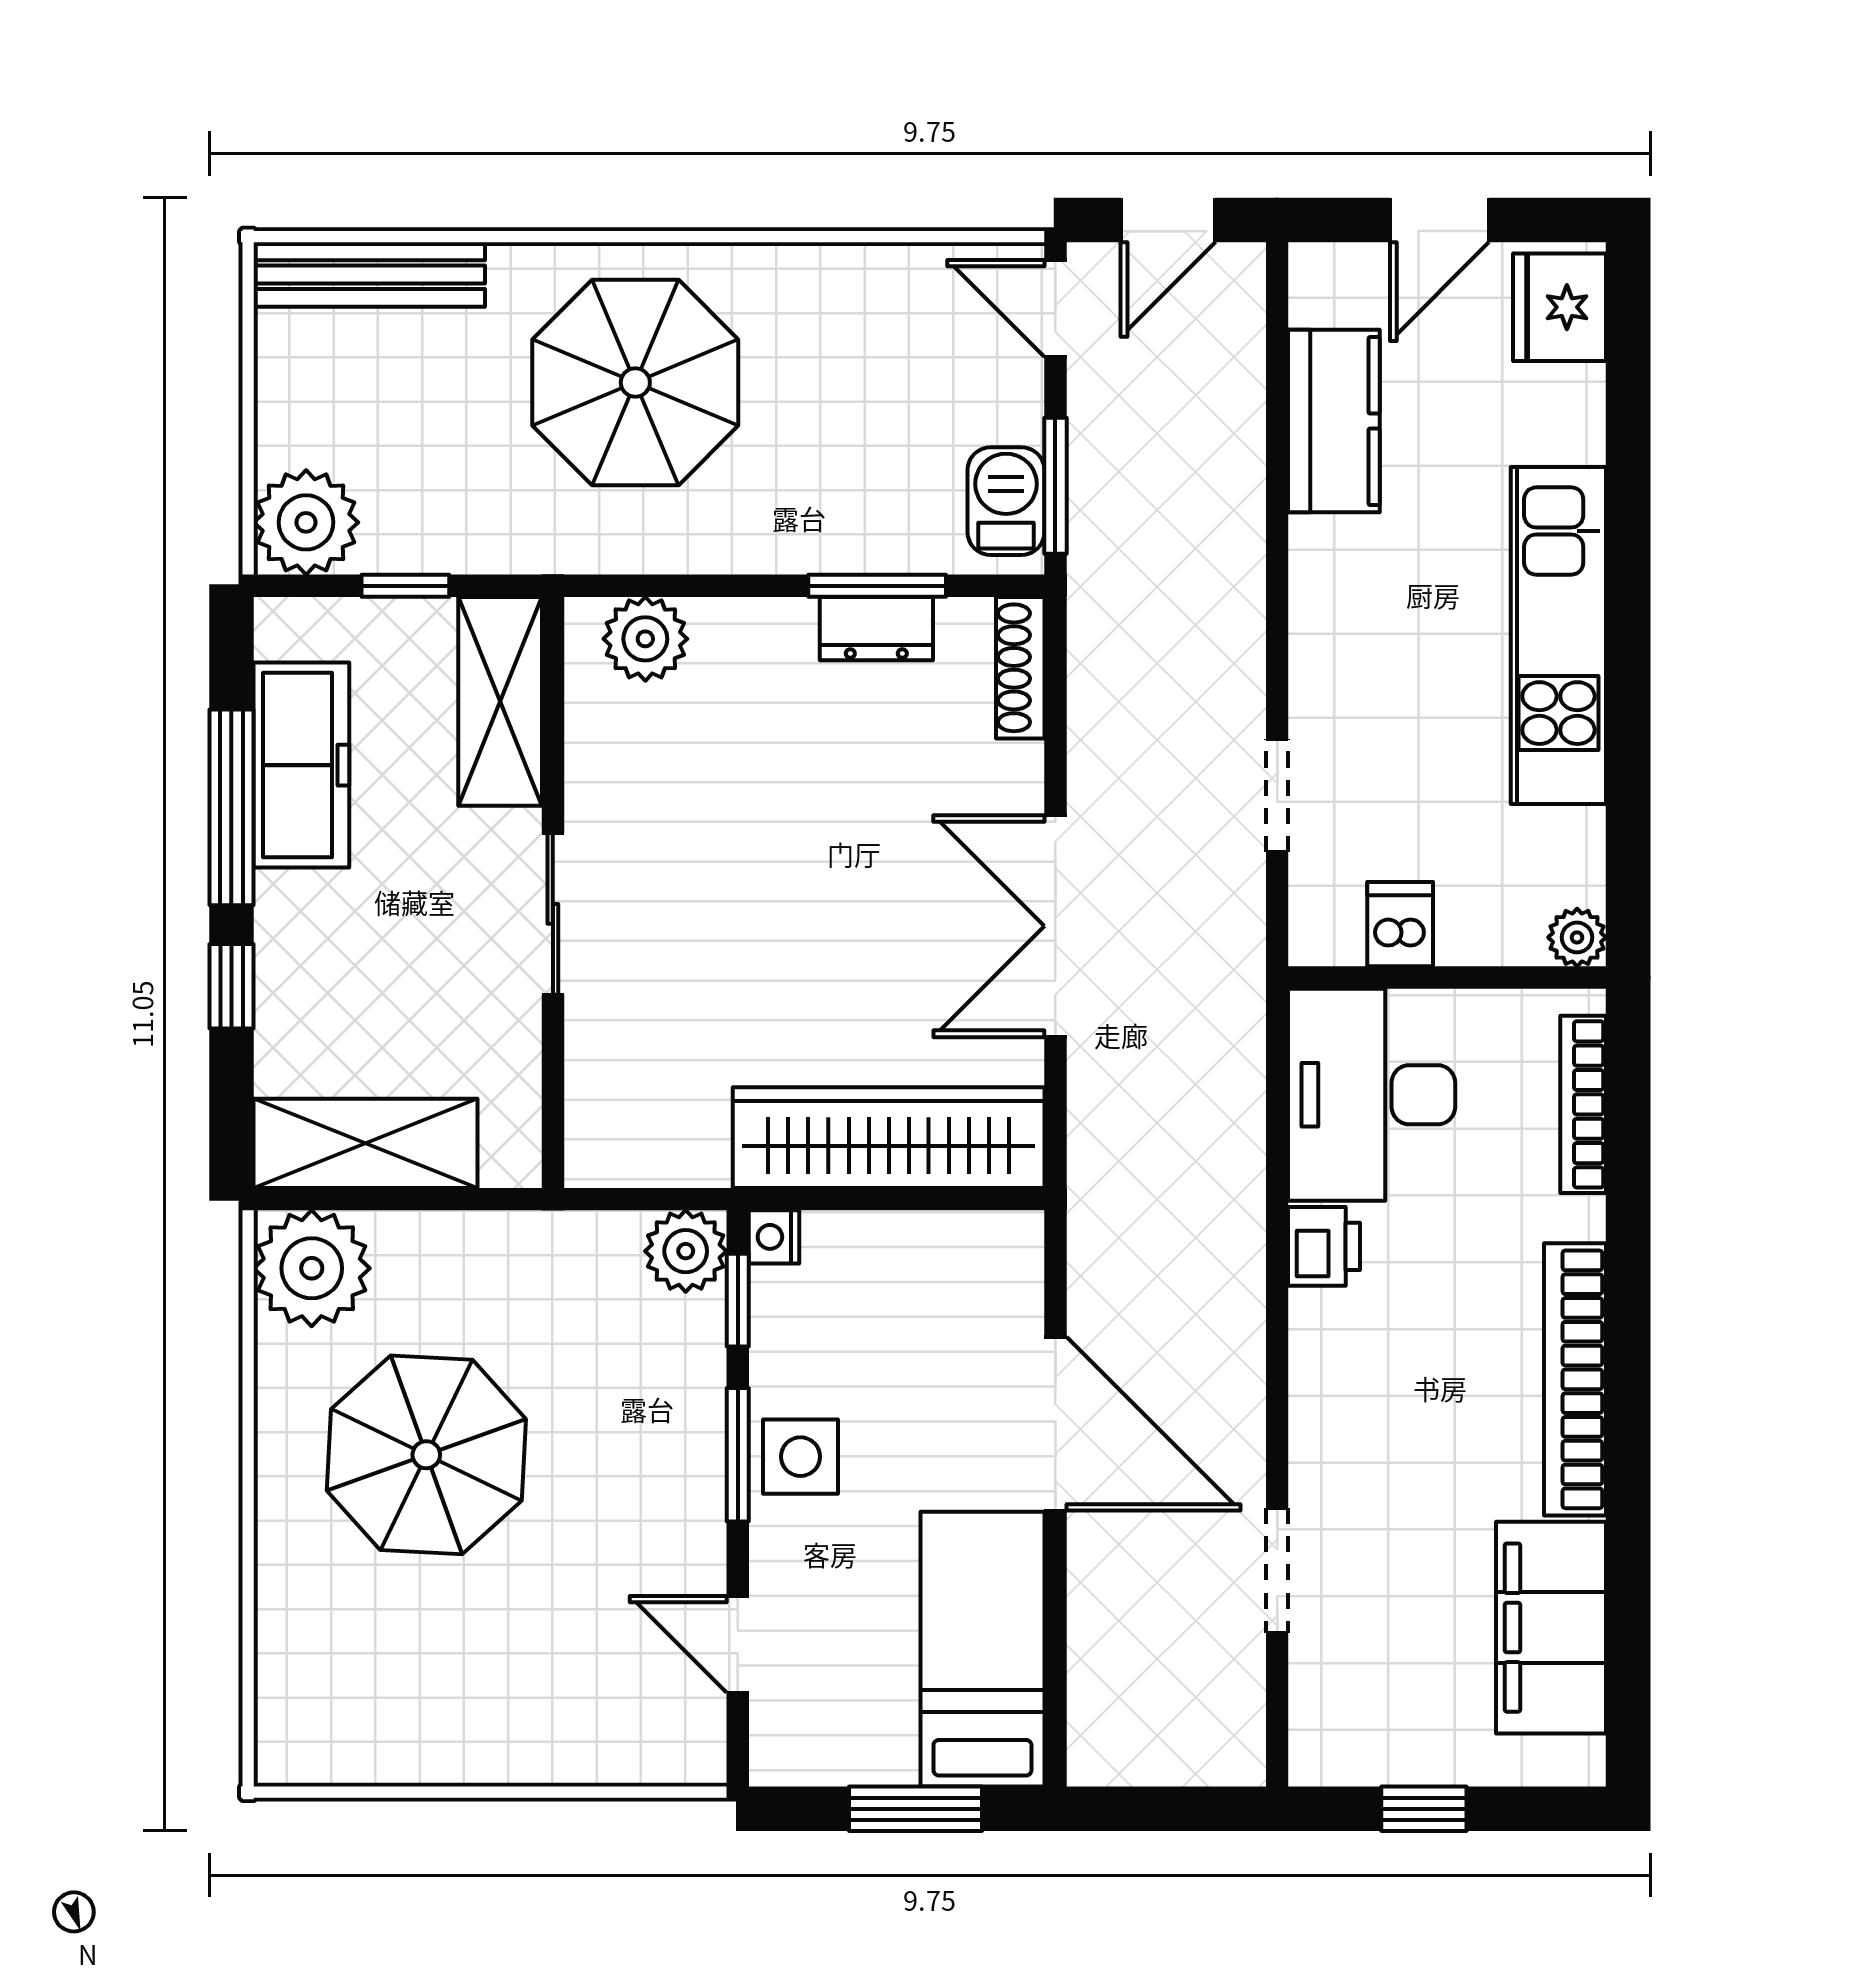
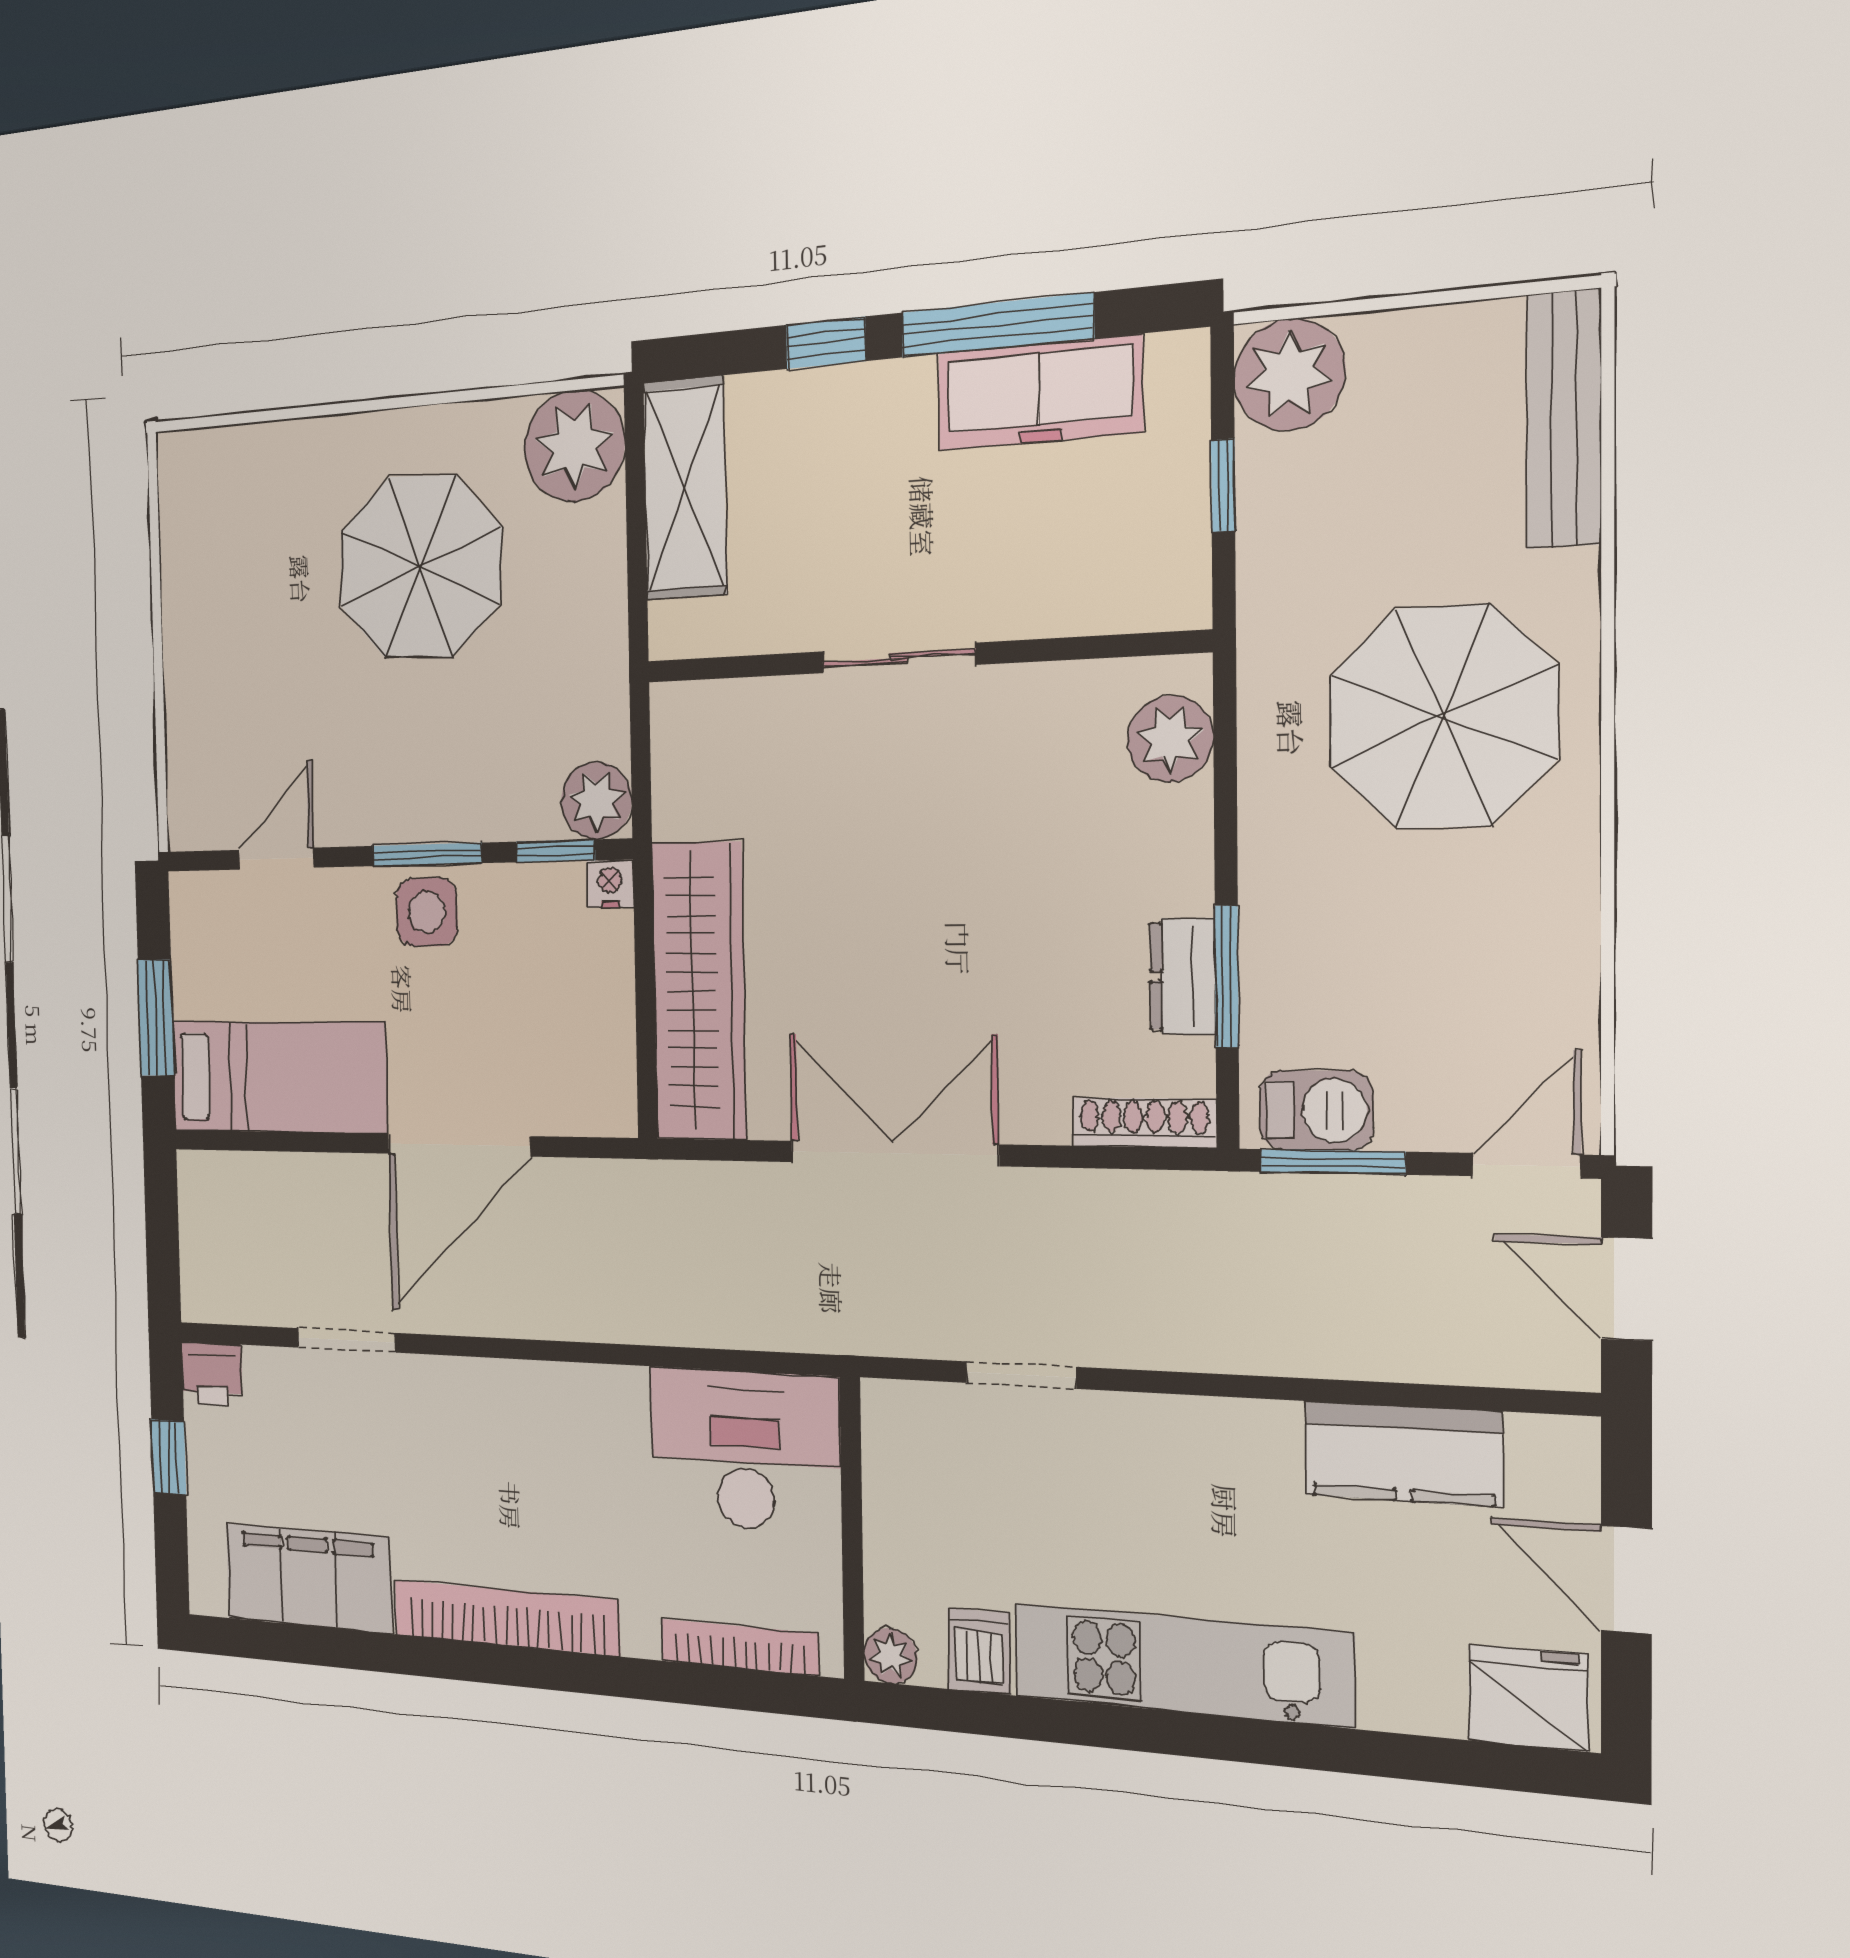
shelving: (500, 701) -> (1105, 592), removed
dishwasher: (1400, 924) -> (979, 1651), moved, turned -90
printer: (1324, 1246) -> (212, 1374), moved

